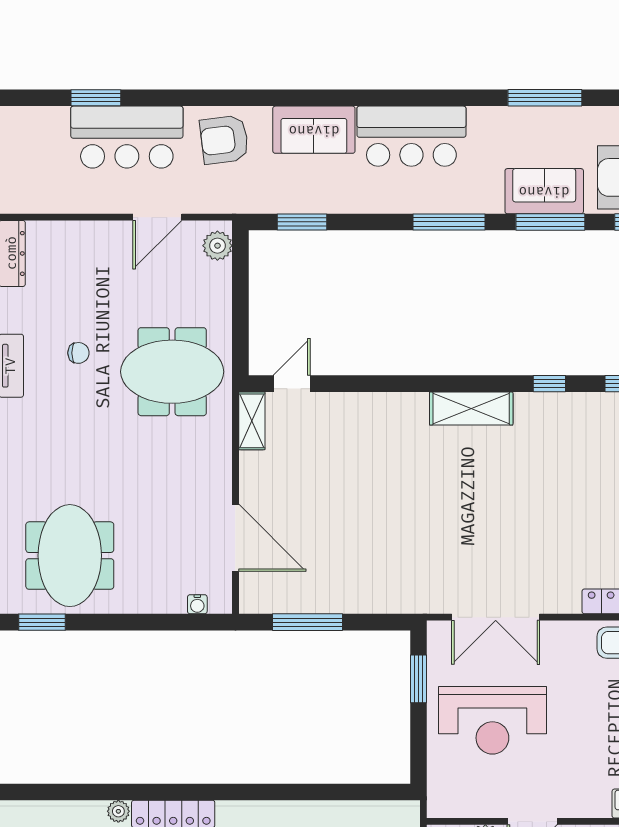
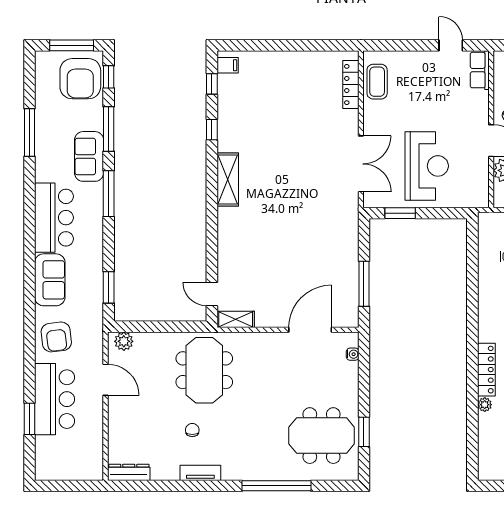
sofa: (544, 191) -> (89, 156), moved
window: (42, 622) -> (364, 432), moved

